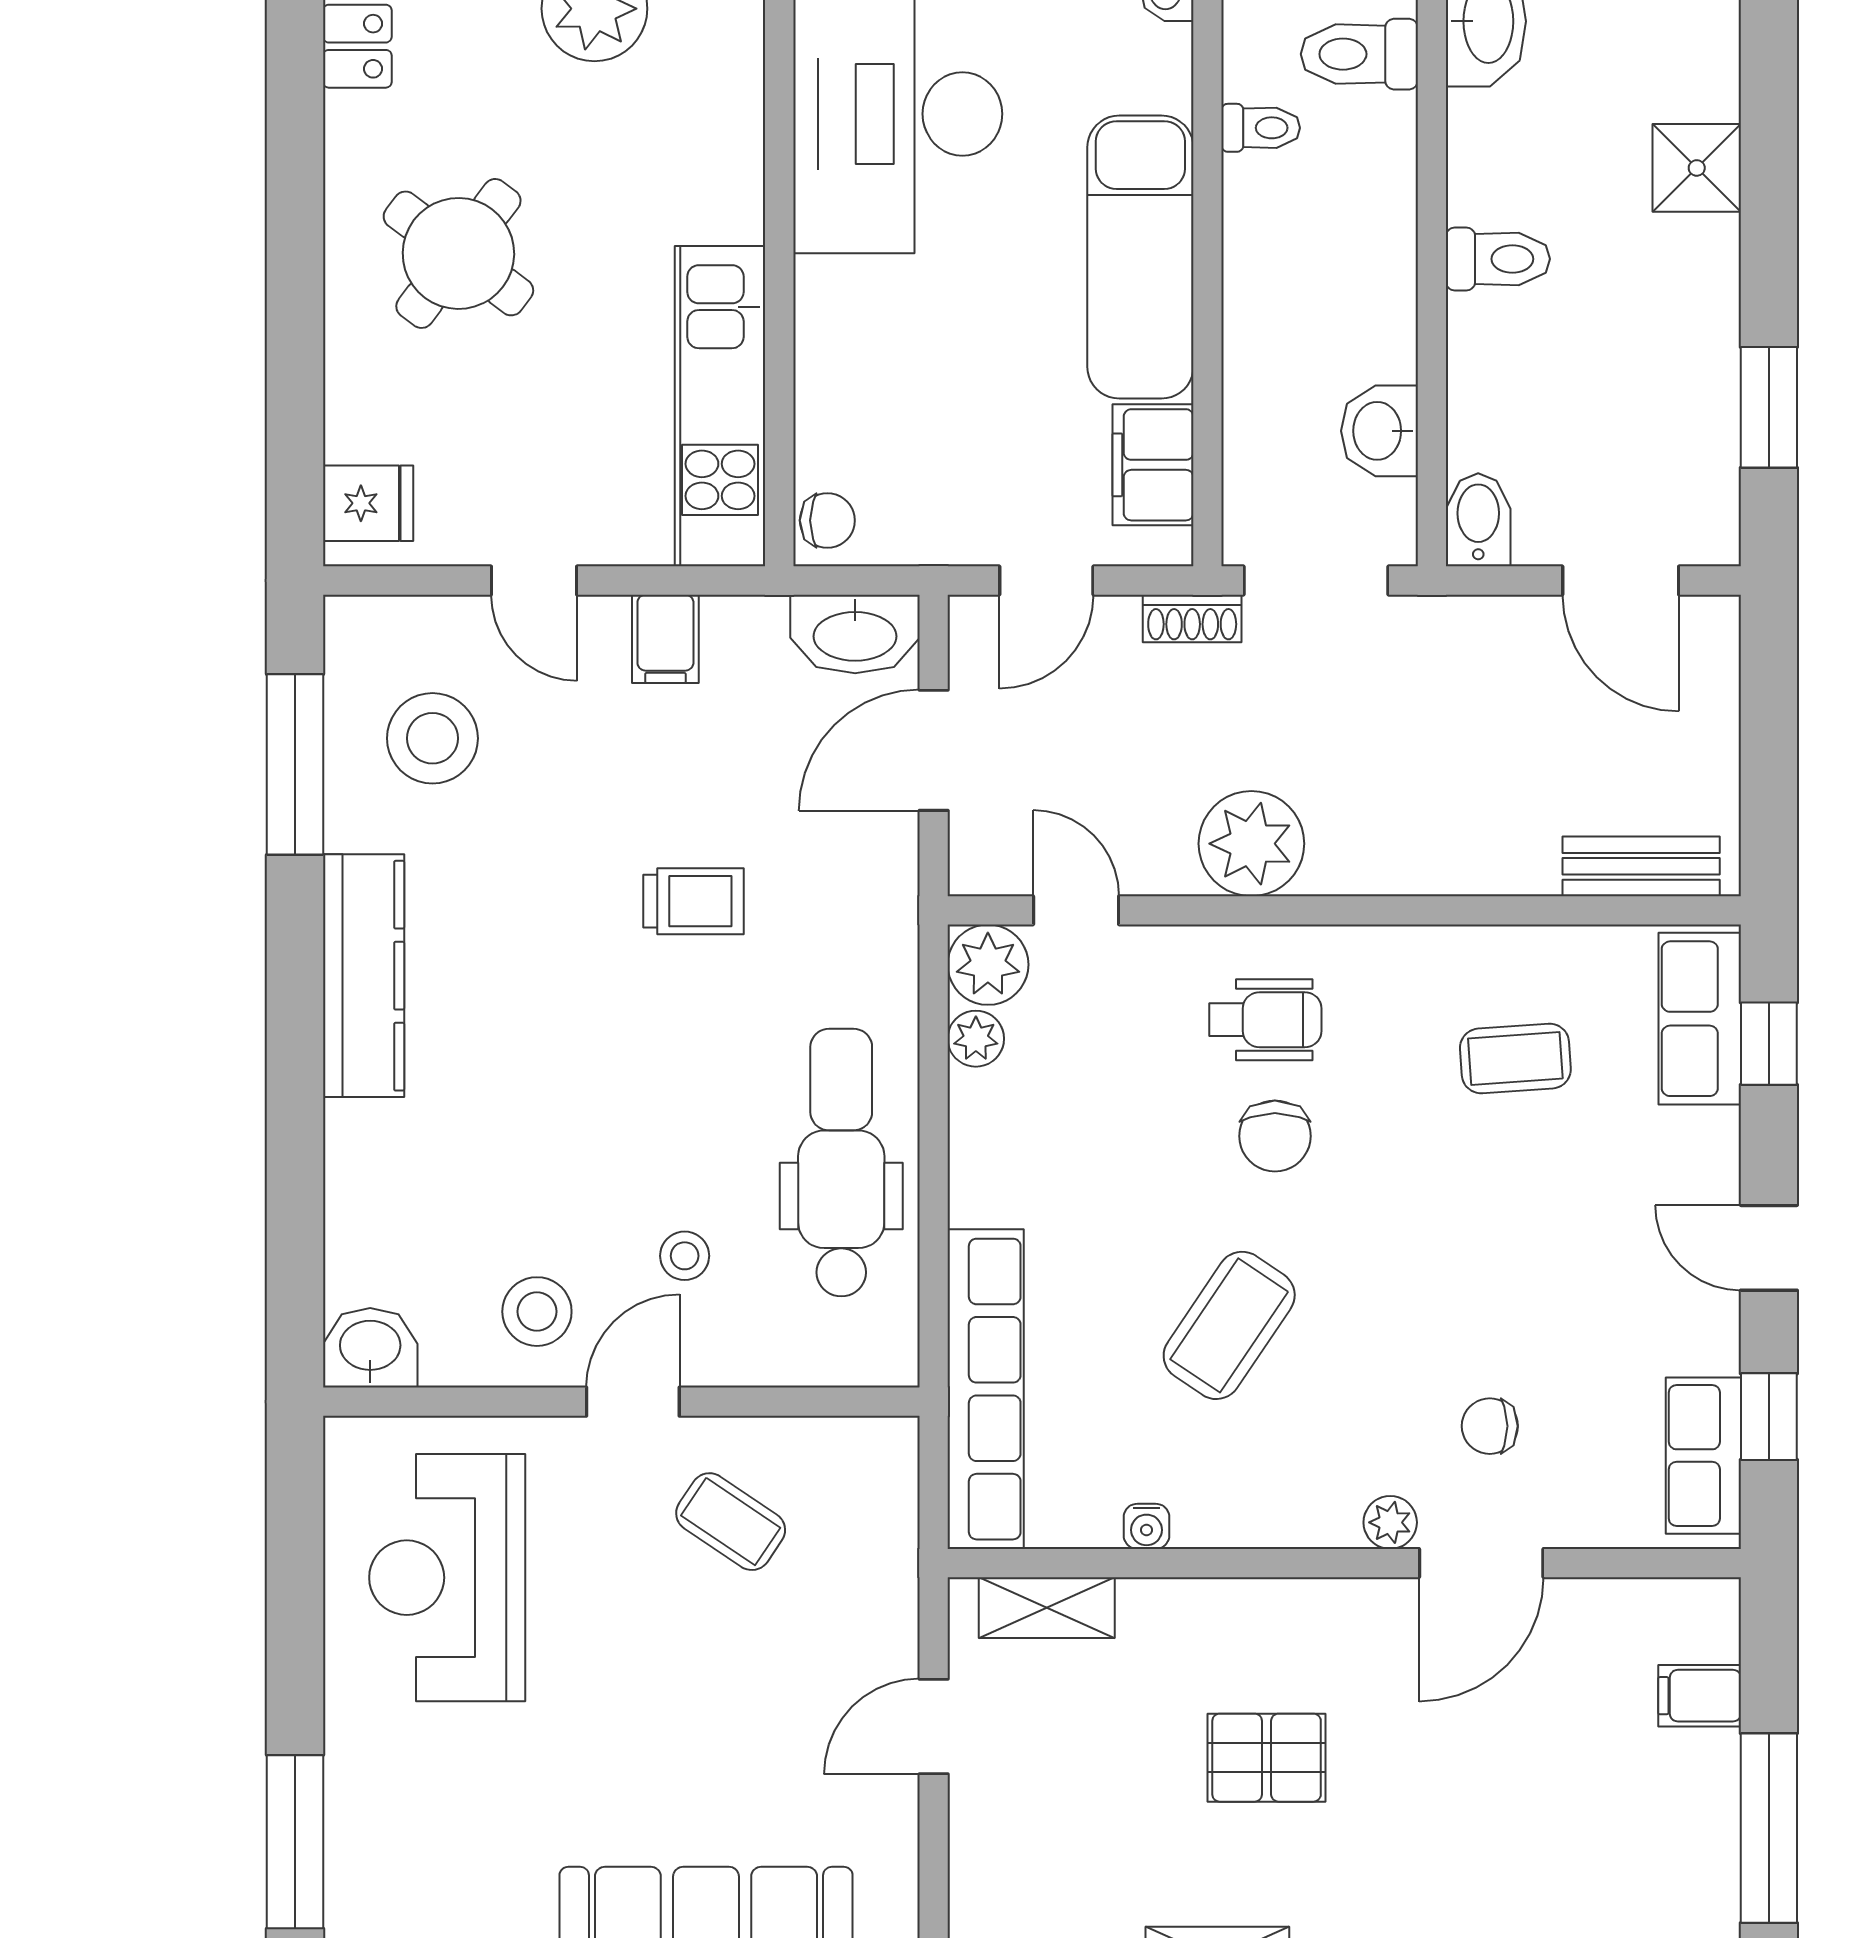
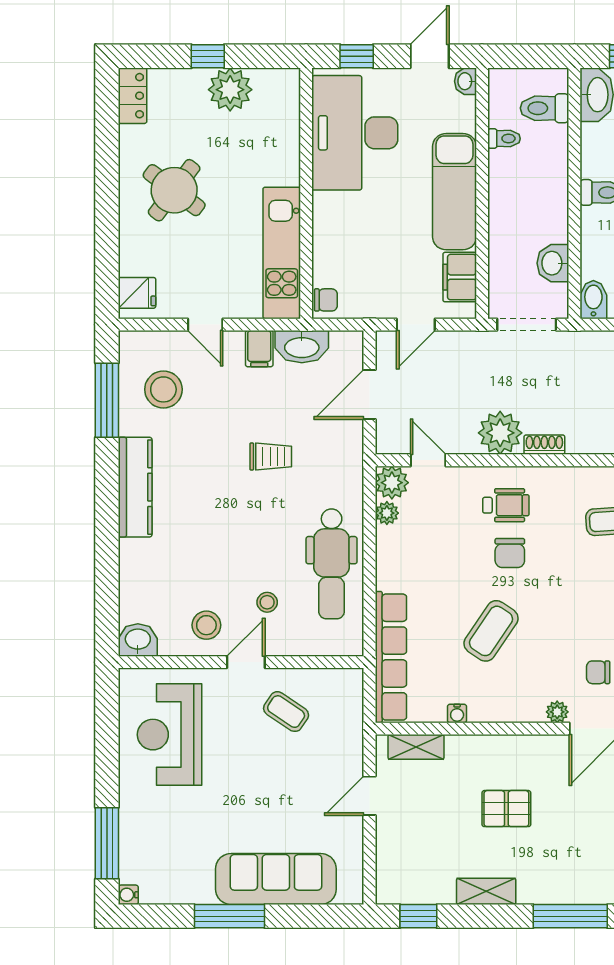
shoe rack: (1192, 618) -> (544, 445), moved, turned 180
washbasin: (855, 634) -> (302, 347), moved
dental chair: (841, 1163) -> (332, 564), turned 180

